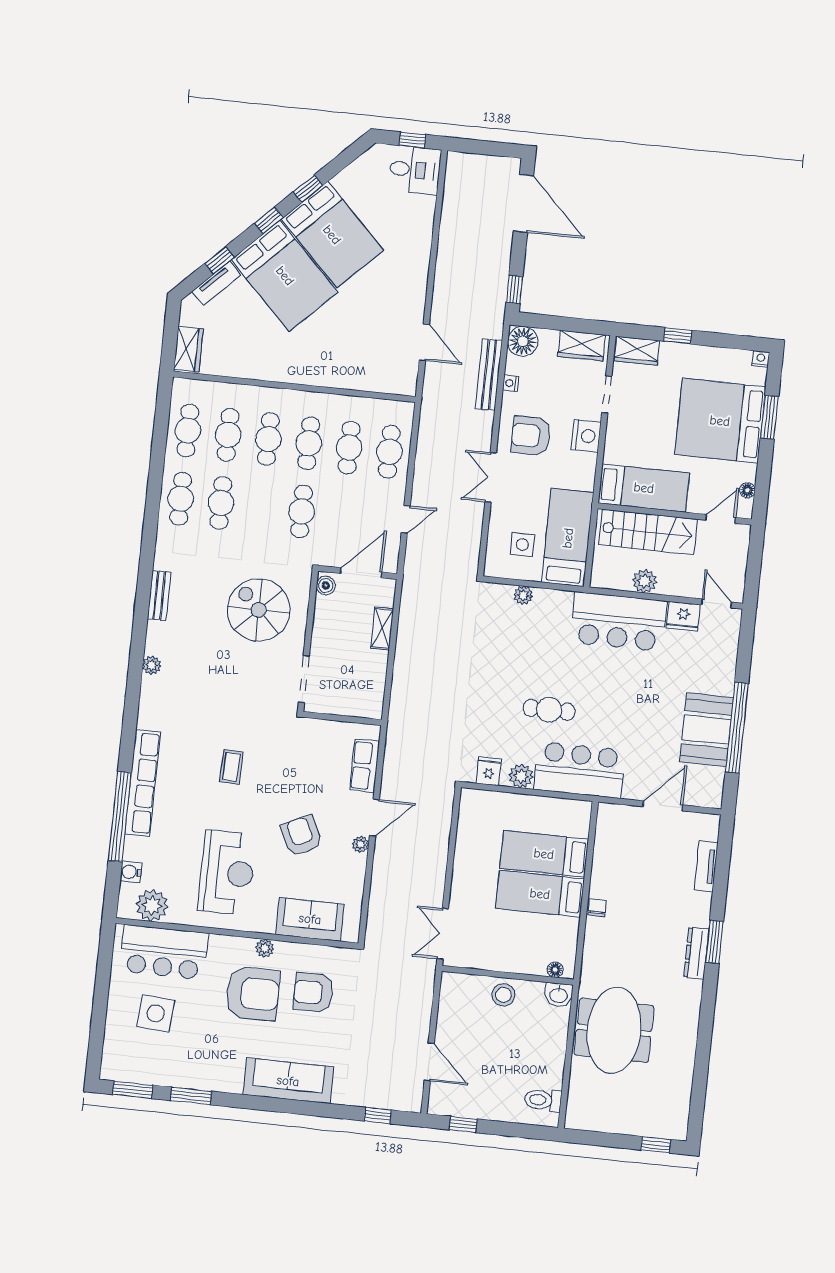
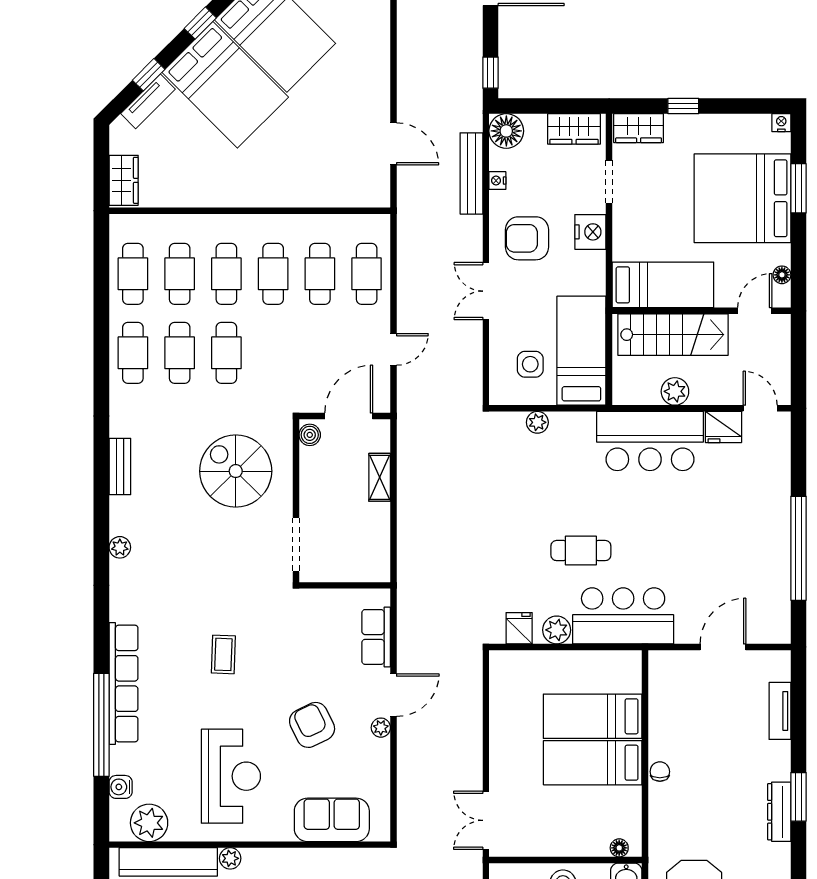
cafe table: (302, 511) -> (226, 353), moved
booth: (706, 730) -> (764, 554), removed
plant: (265, 948) -> (230, 858), moved

